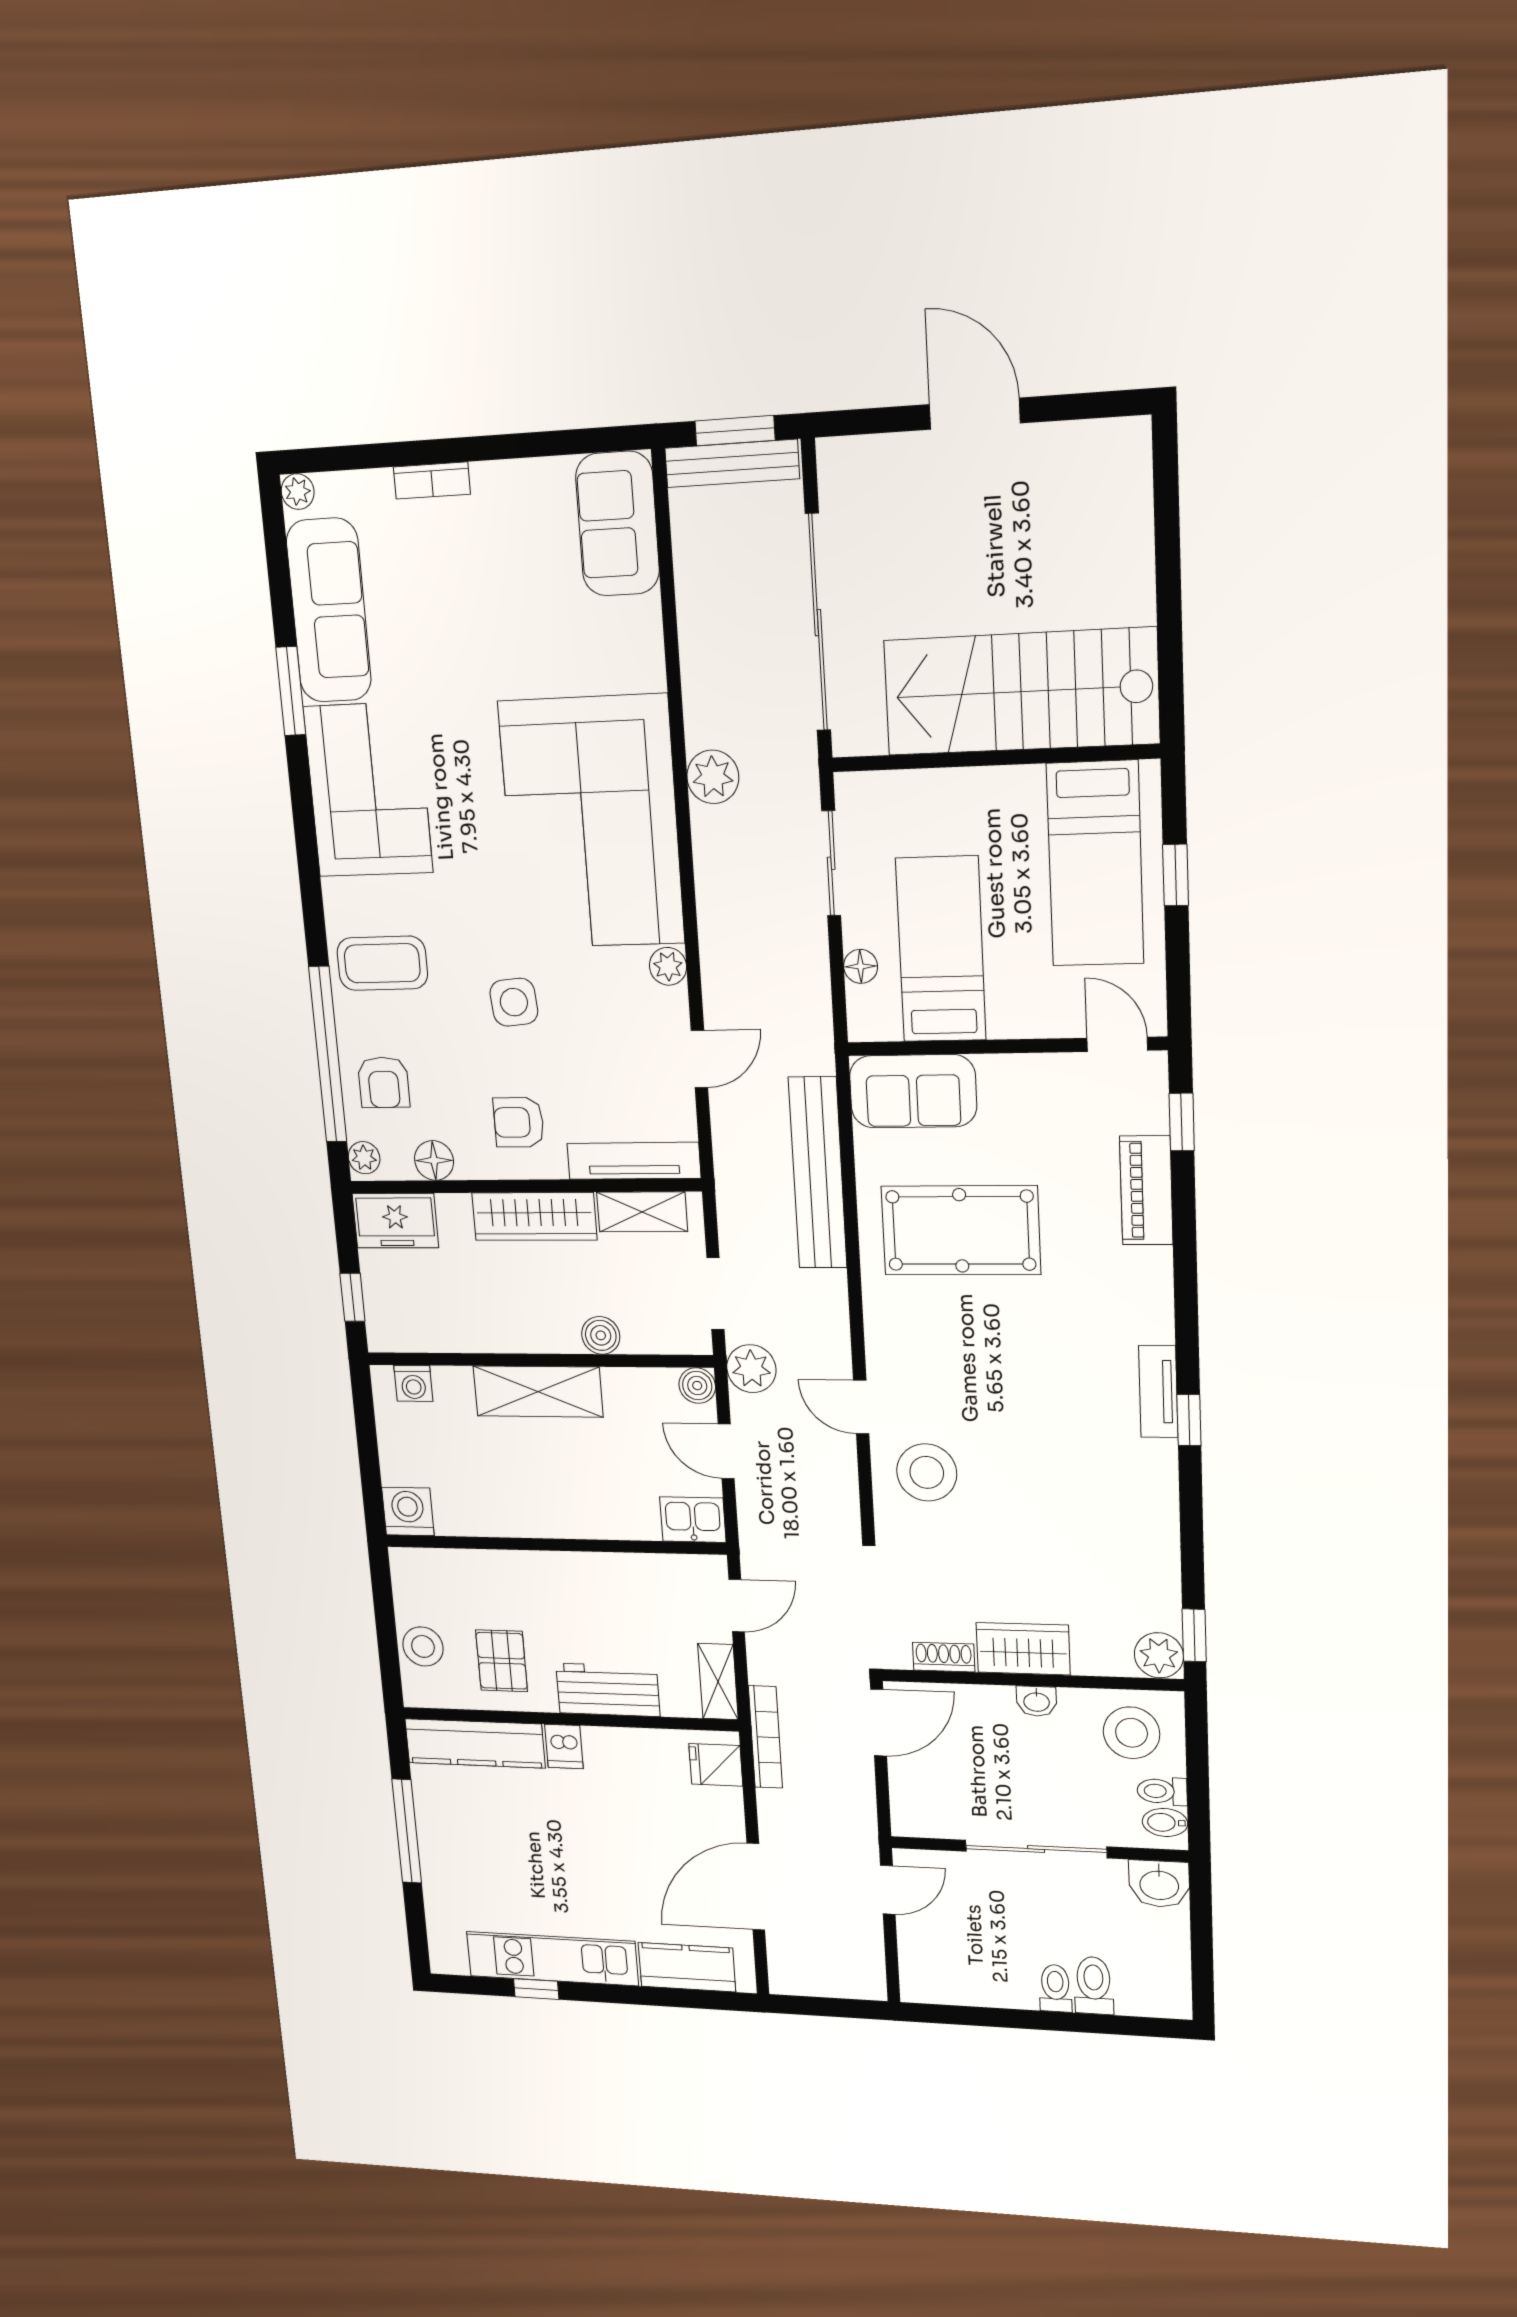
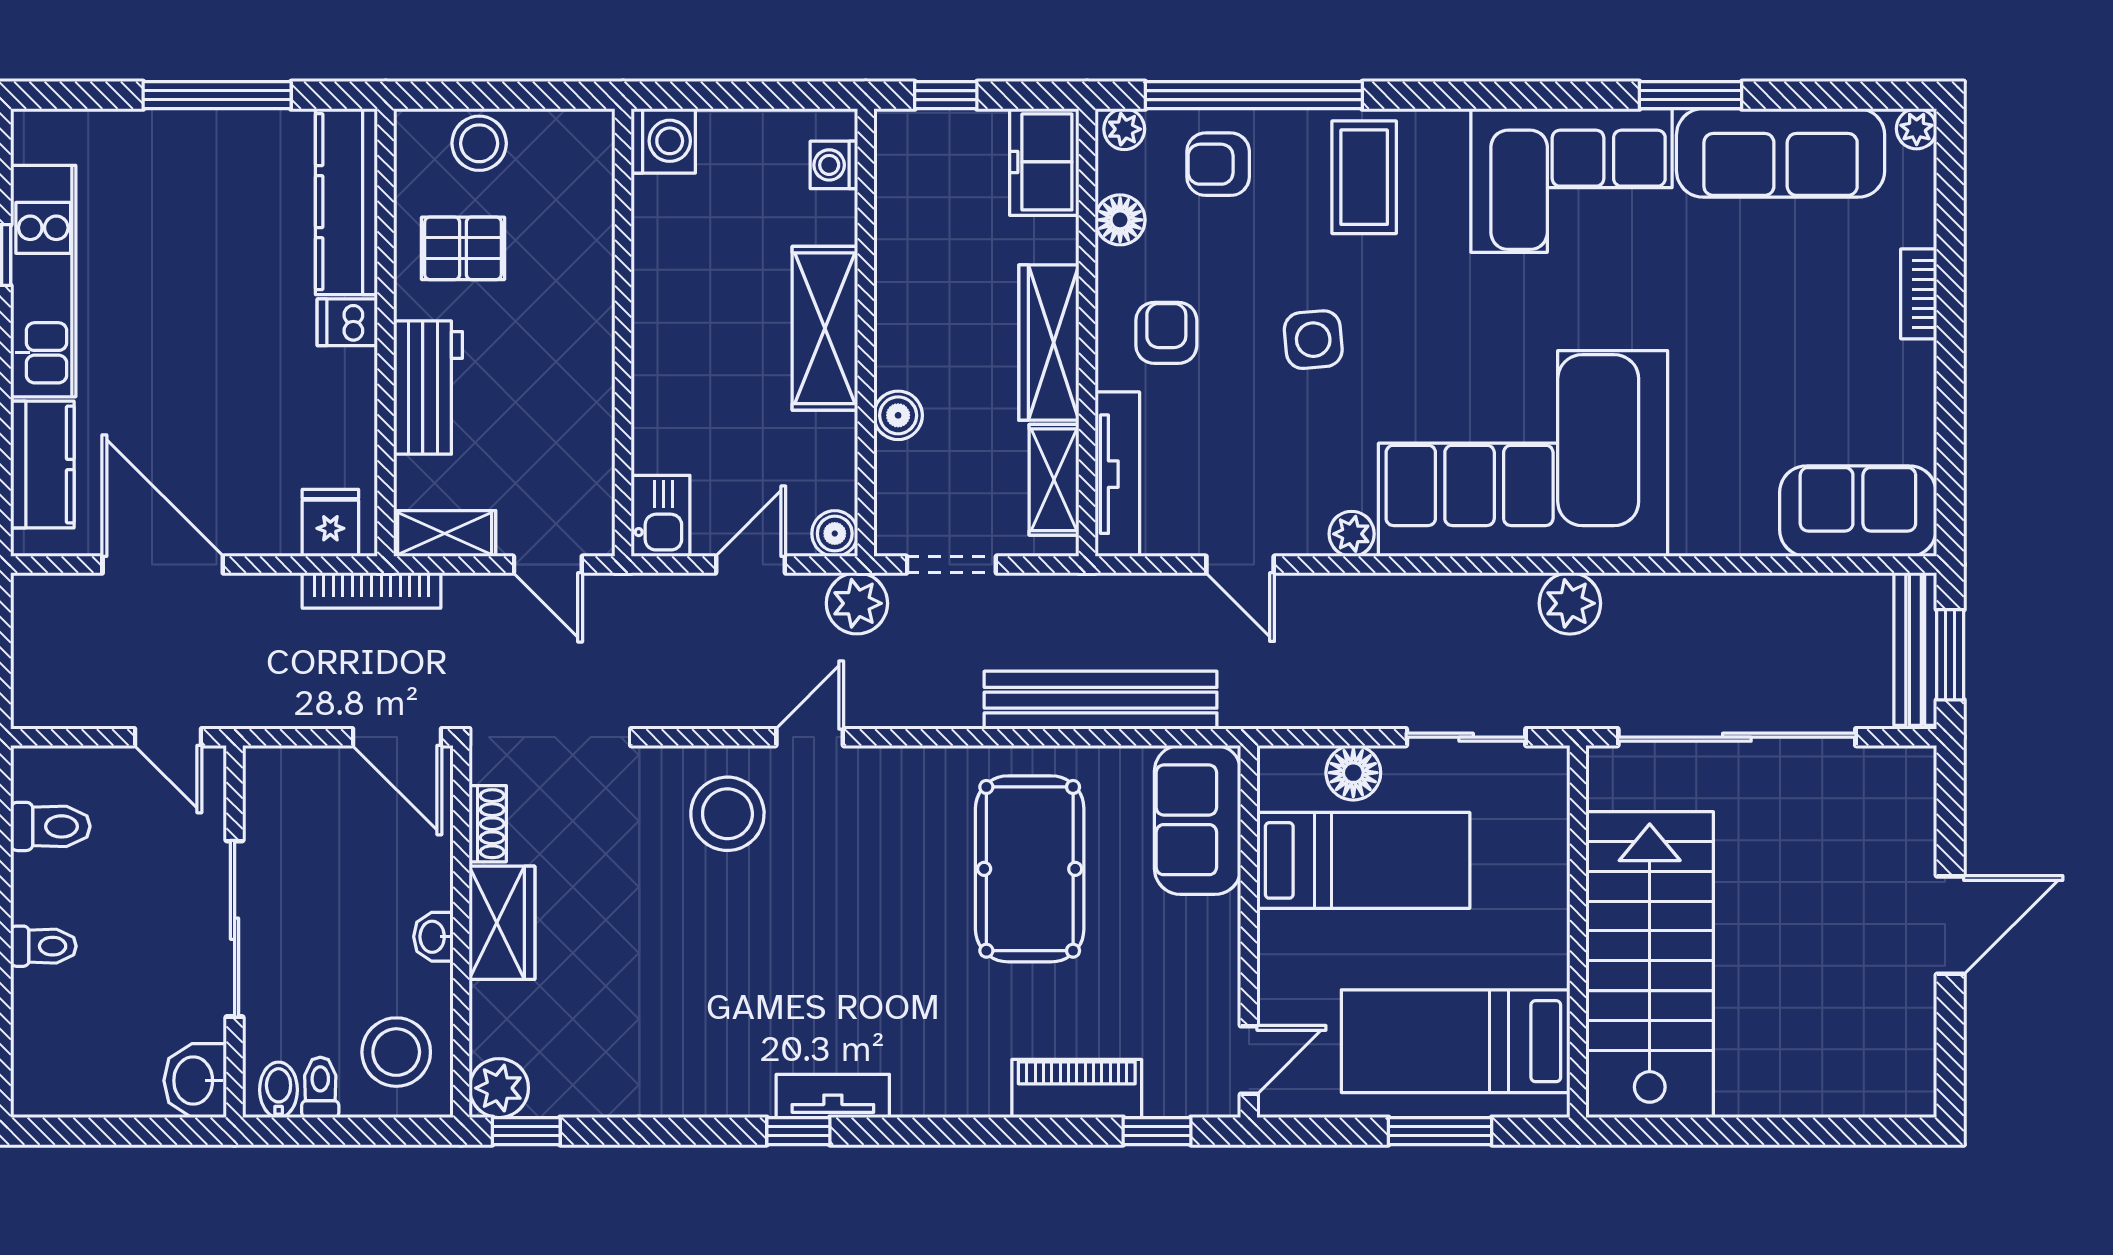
window: (1176, 875) -> (1440, 1131), width x1.50
floor lamp: (861, 966) -> (1353, 773), width x1.37, depth x1.37
toilet: (1094, 1985) -> (50, 826), moved

